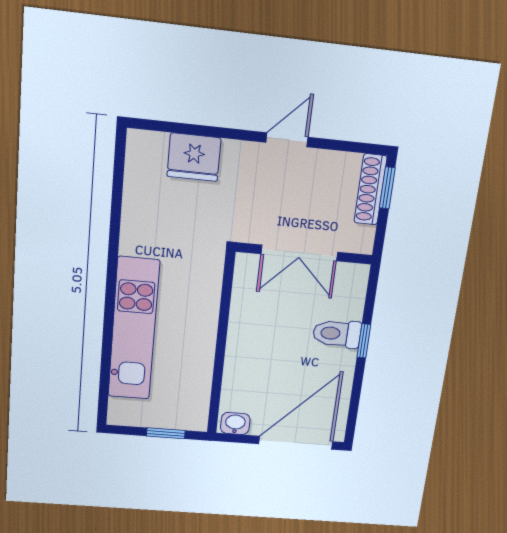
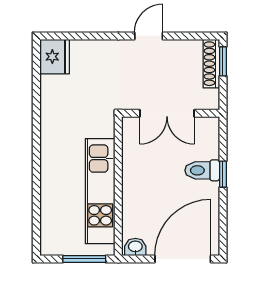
fridge: (194, 157) -> (55, 57), moved, turned -90
kitchen unit: (134, 329) -> (100, 191), moved, turned 180
window: (166, 433) -> (84, 259), width x1.50

